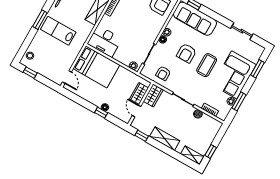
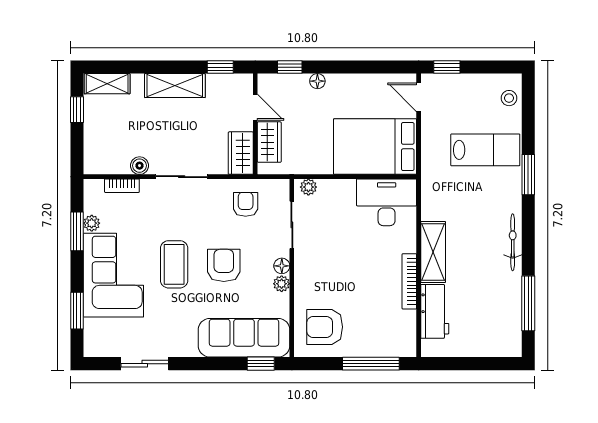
lab bench: (58, 31) -> (485, 150), moved
window: (30, 73) -> (447, 67), moved
window: (101, 113) -> (290, 67), moved

